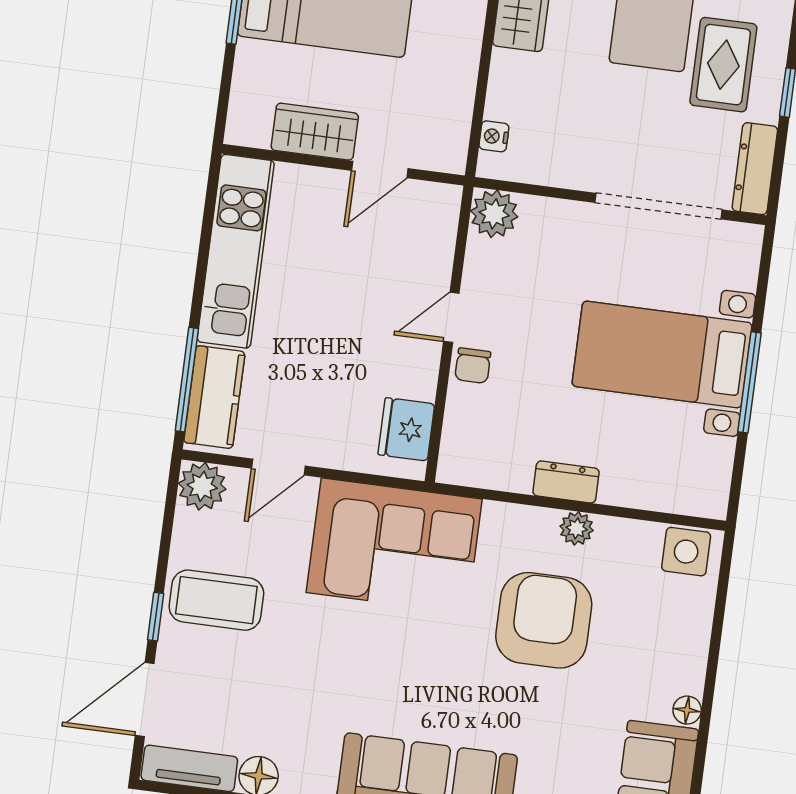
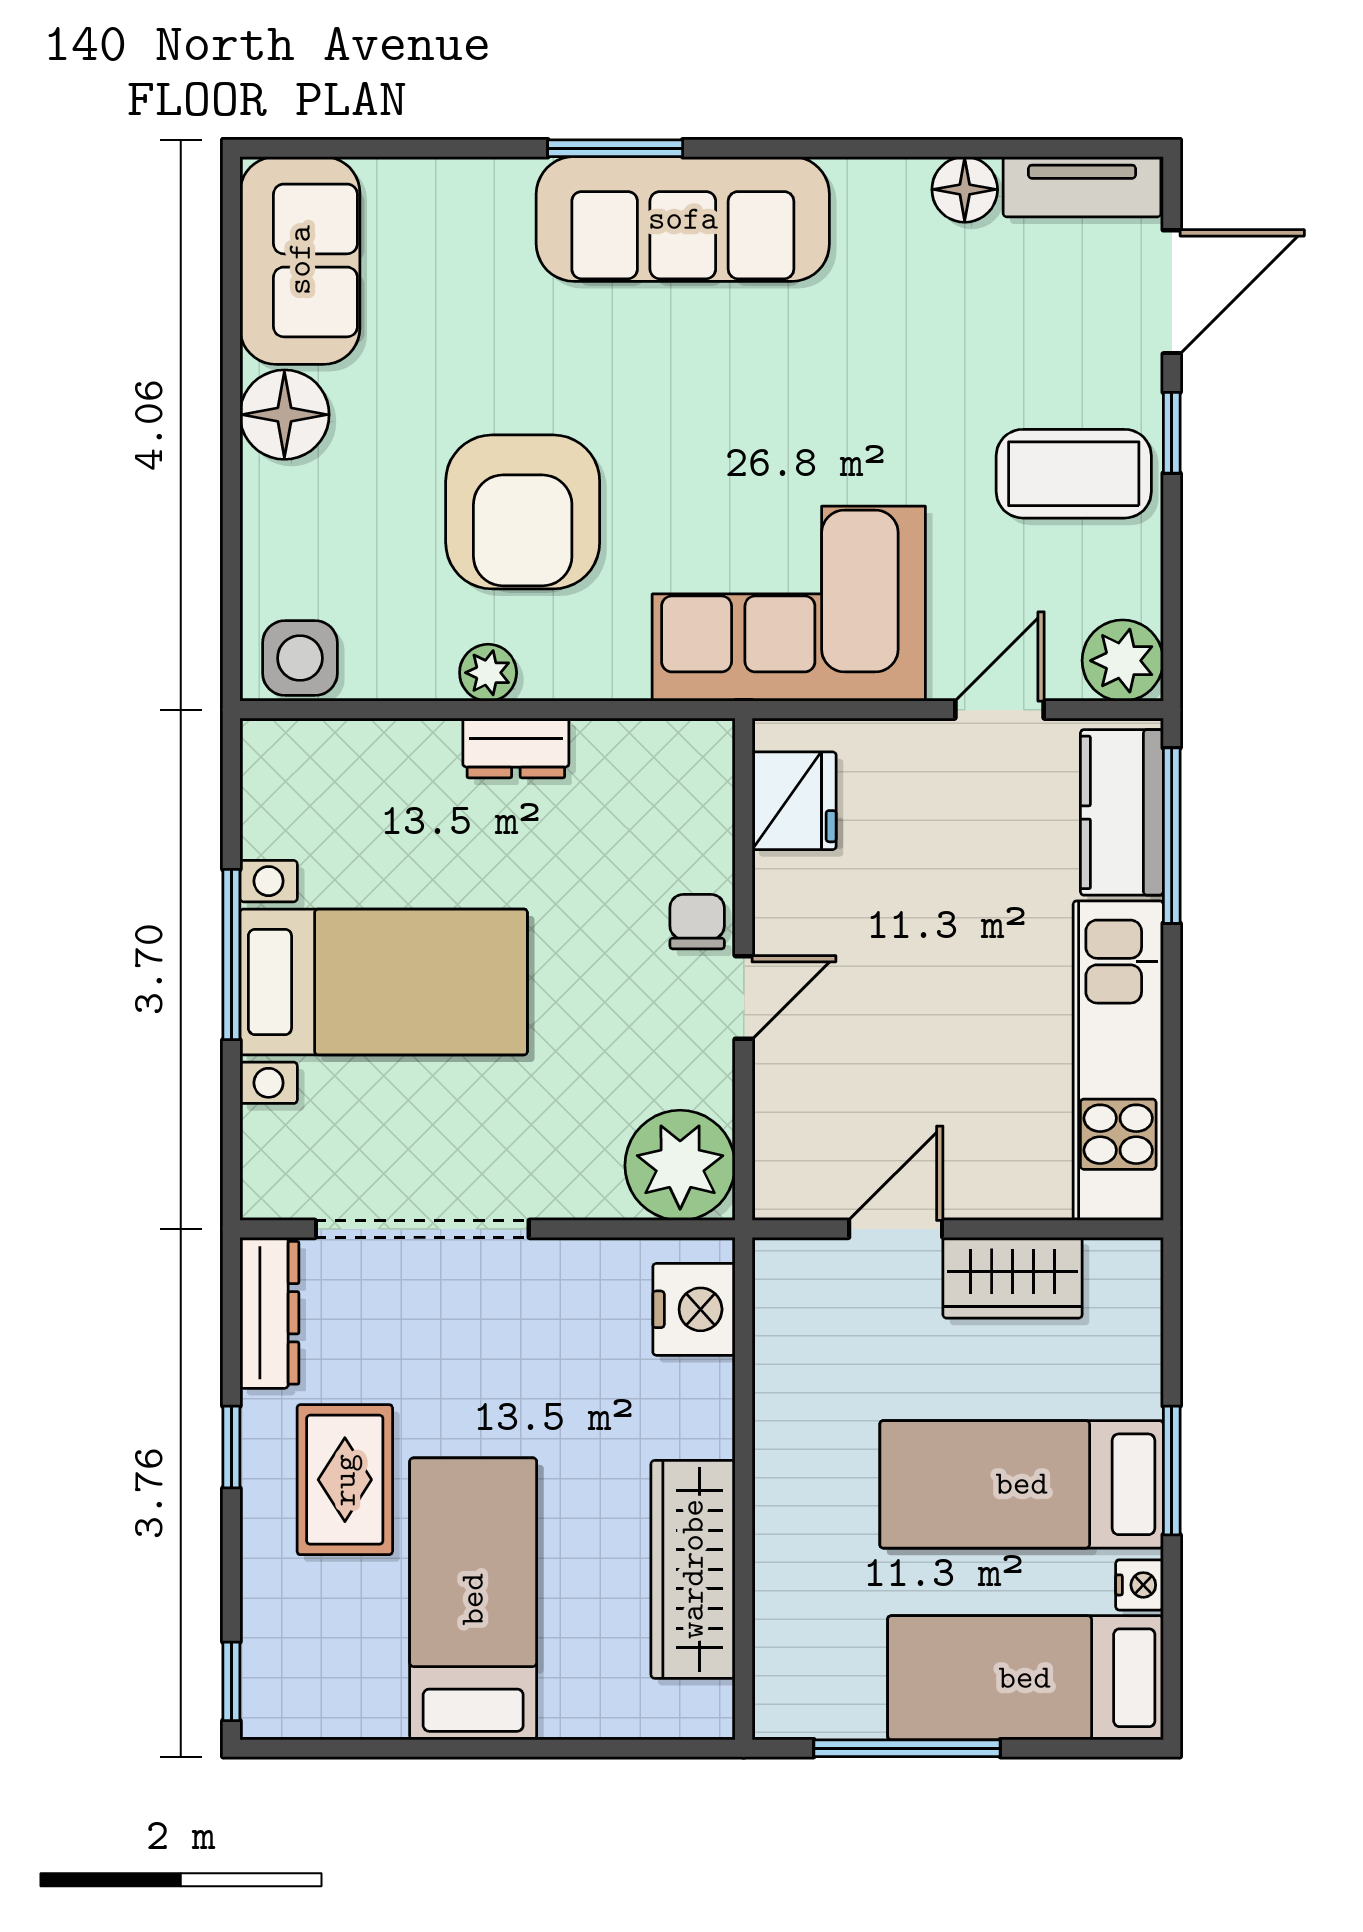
nightstand: (494, 136) -> (694, 1309), width x1.89, depth x1.79
plant: (494, 214) -> (680, 1165), width x1.36, depth x1.36
floor lamp: (687, 710) -> (284, 415), width x1.89, depth x1.89

